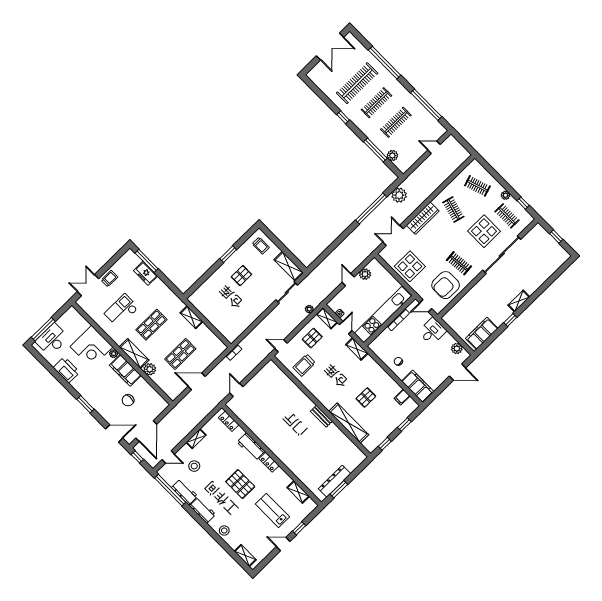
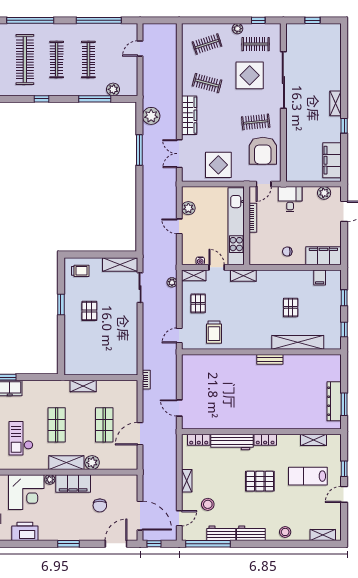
window: (371, 209) -> (139, 150), width x0.68
workbench: (251, 447) -> (232, 442), width x1.38

